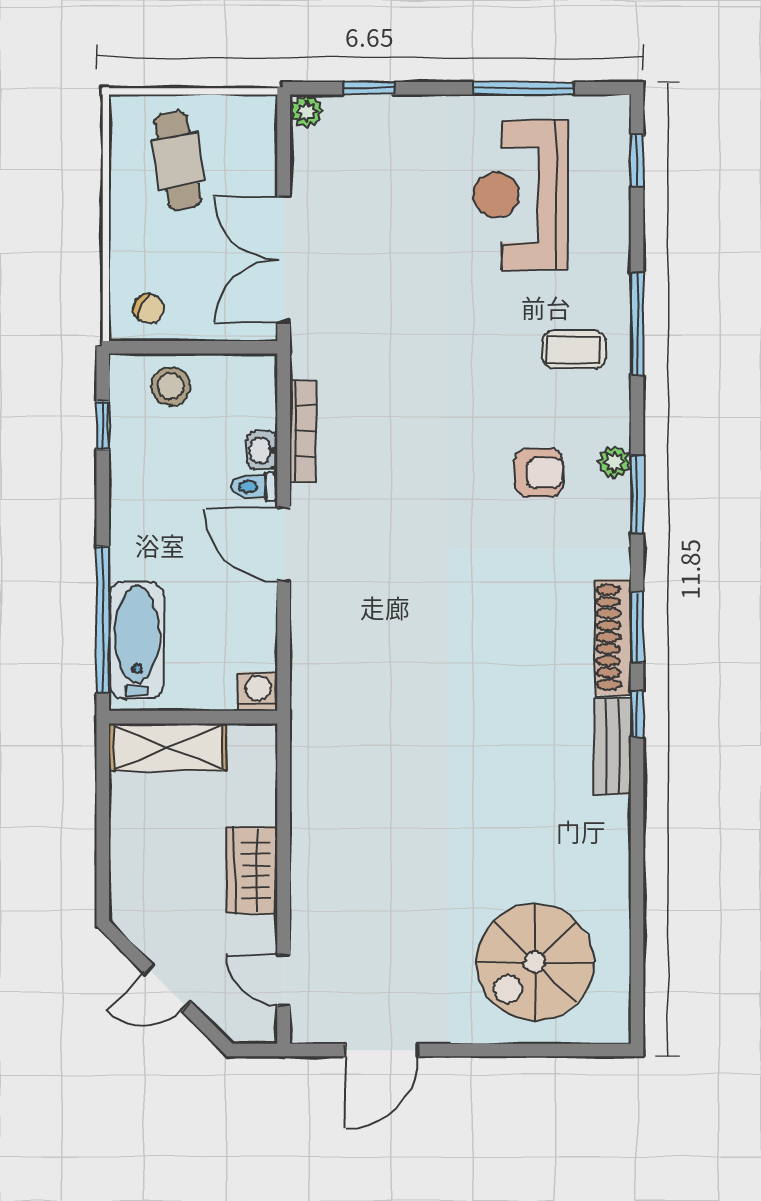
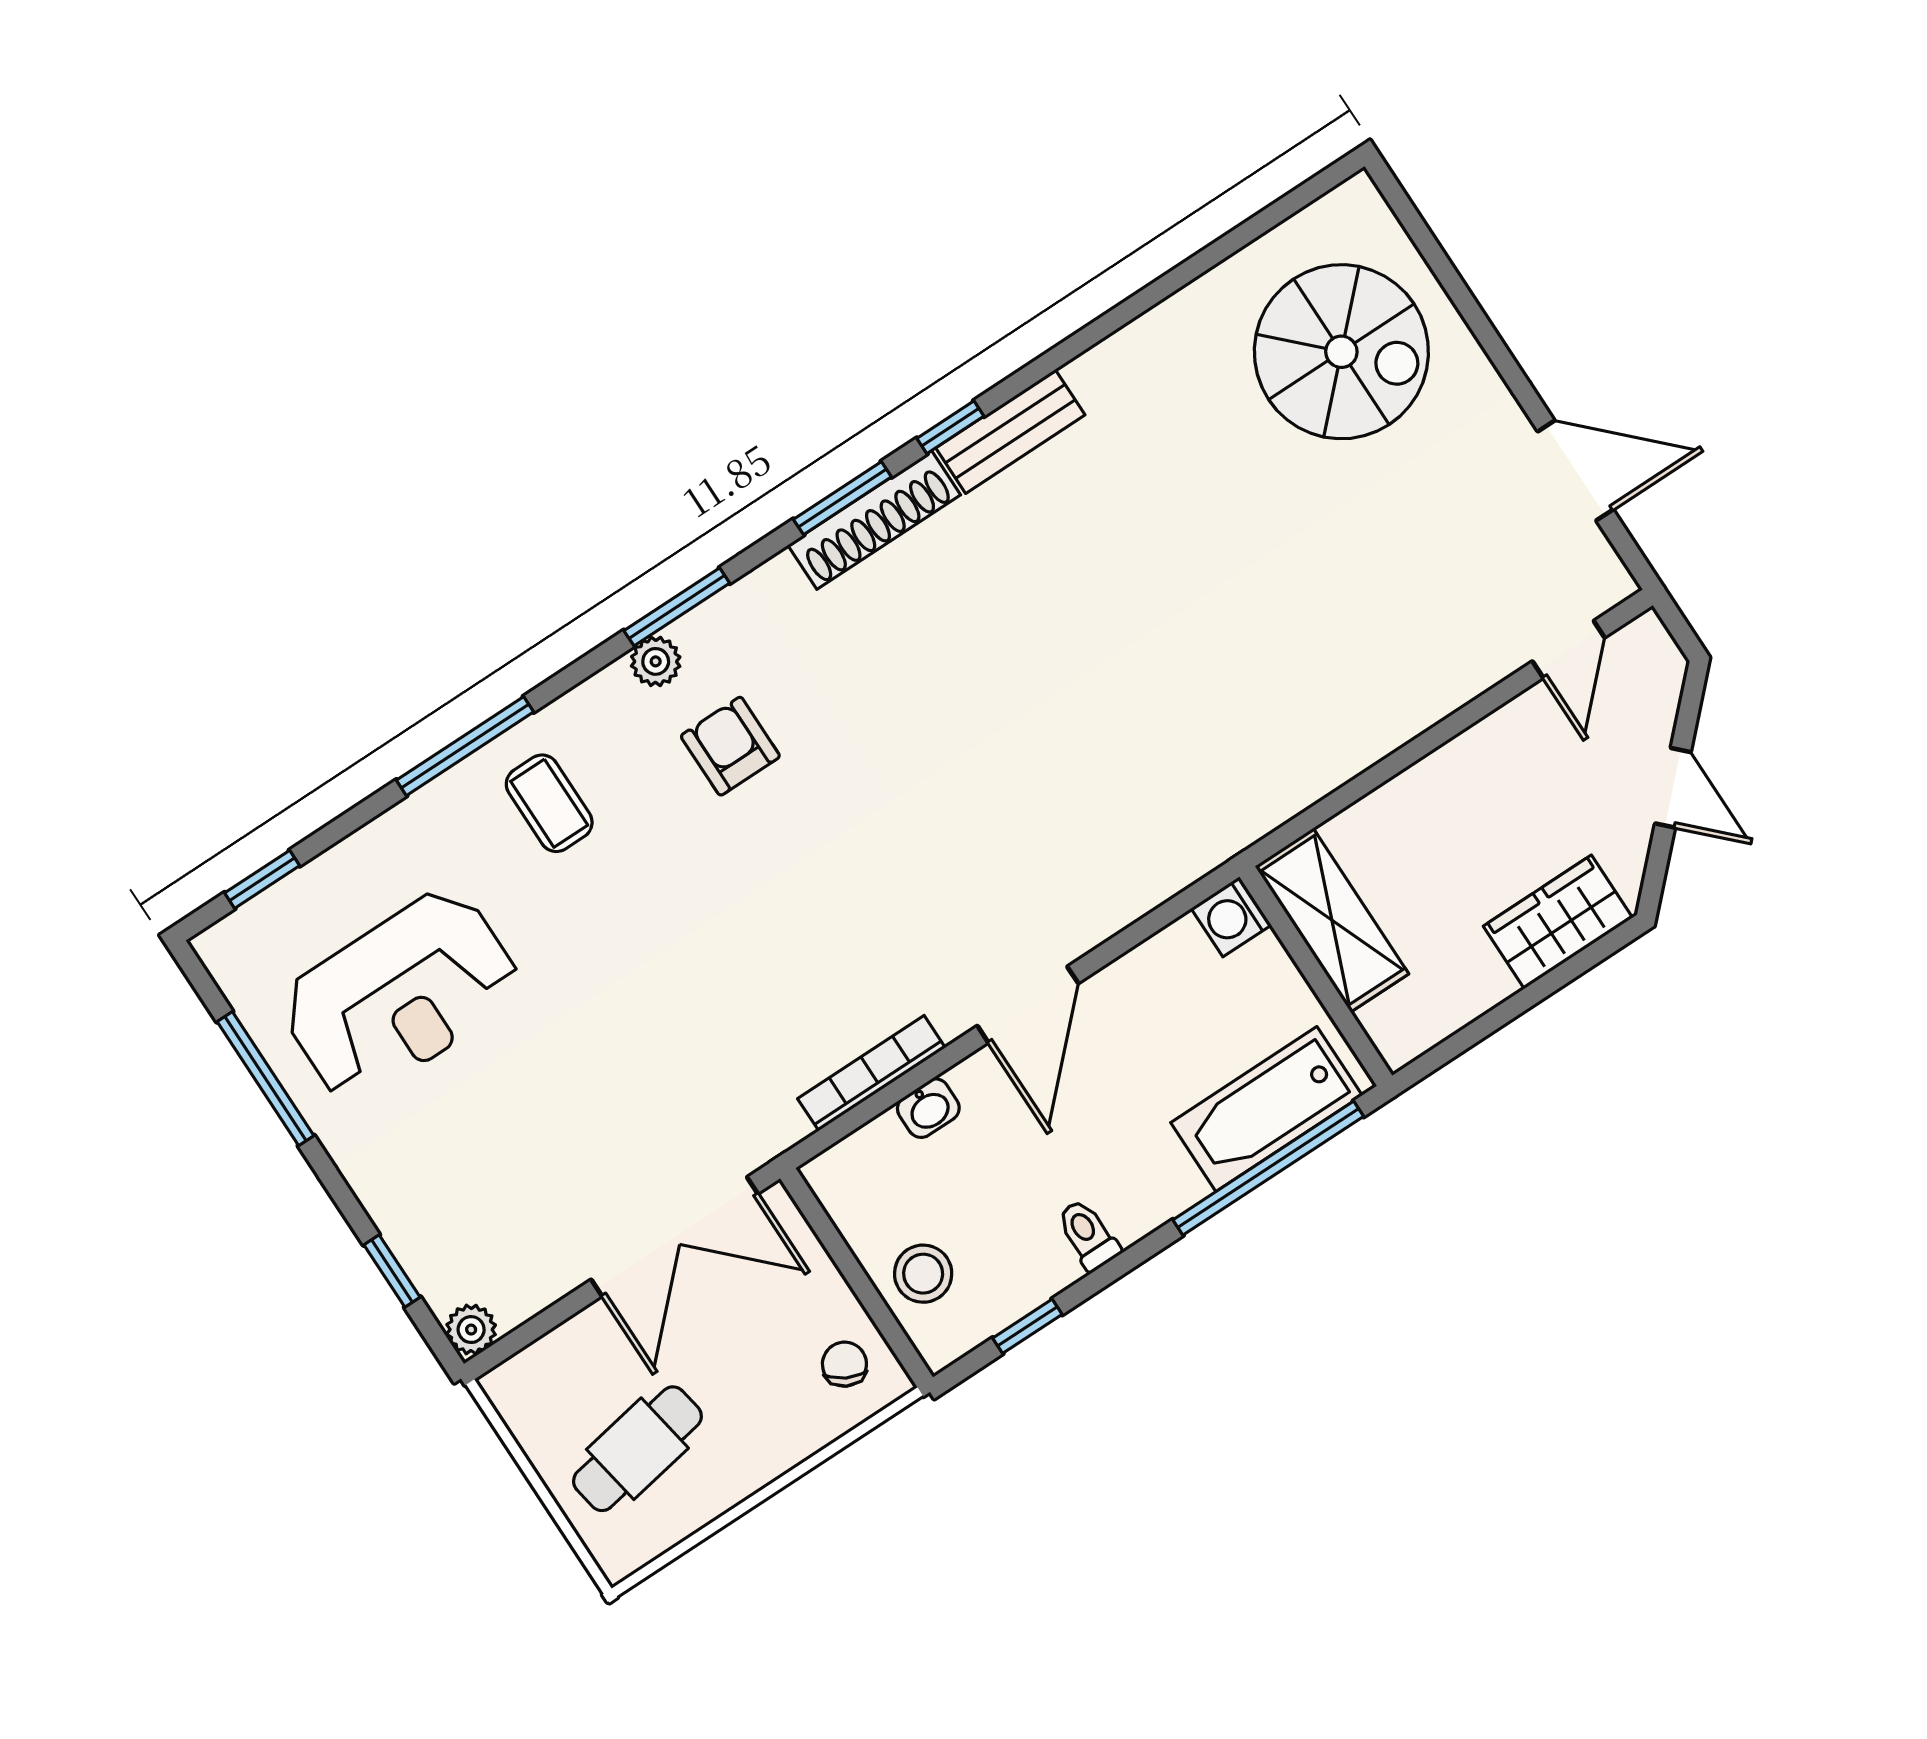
toilet: (255, 487) -> (1088, 1235), moved, turned 180
shelving: (168, 747) -> (1332, 920), moved
wardrobe: (252, 870) -> (1558, 922), moved, turned 180

